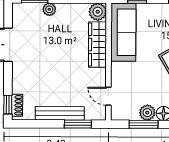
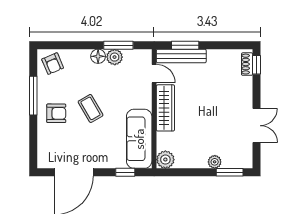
wardrobe: (97, 45) -> (165, 108), moved
bench: (60, 113) -> (181, 56), moved

